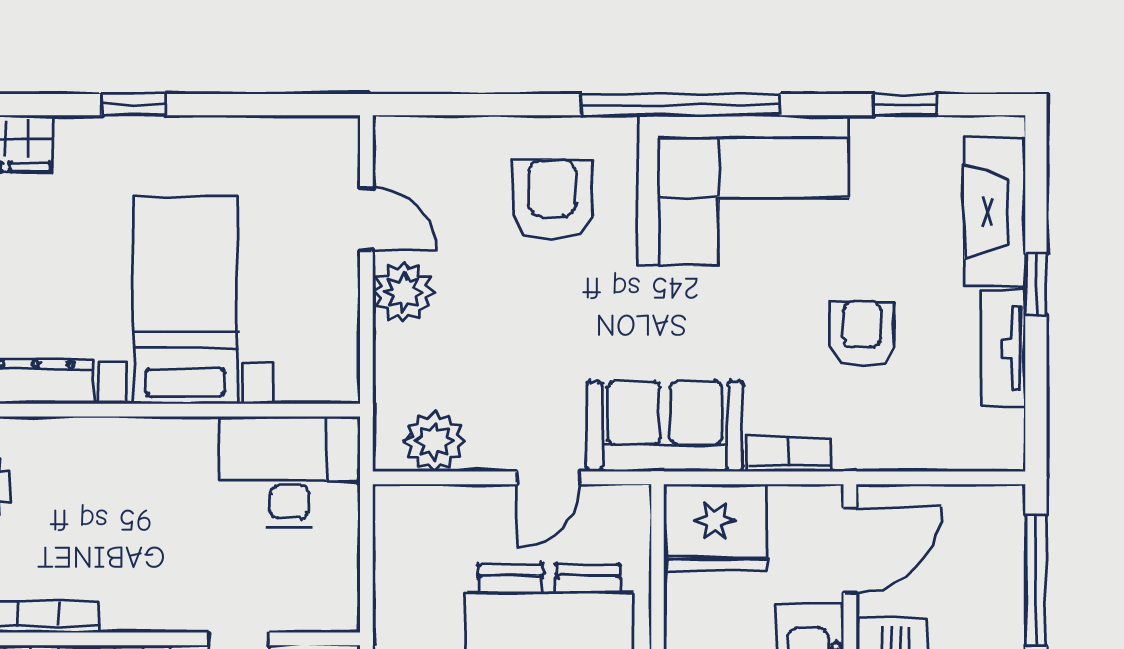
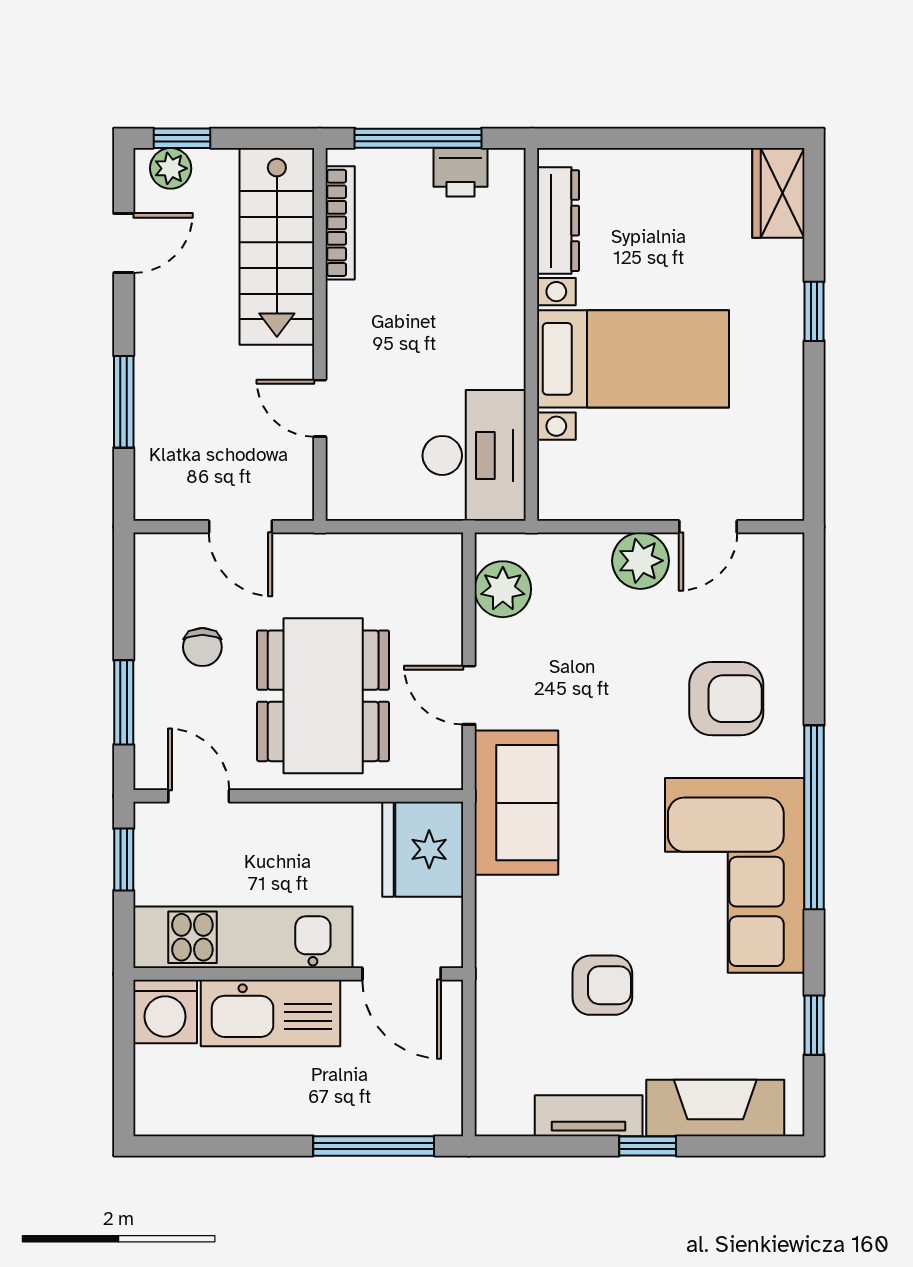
bookcase: (789, 455) -> (490, 918), removed

